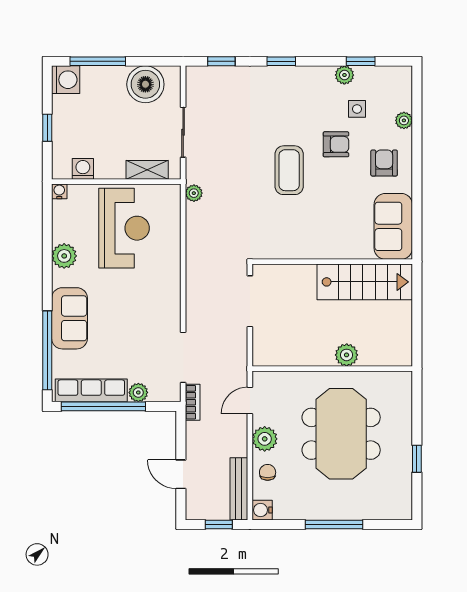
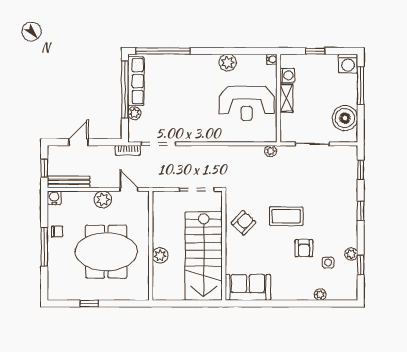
armchair: (384, 163) -> (243, 223), moved, turned -47
shelving: (147, 170) -> (286, 98), moved
stairs: (365, 282) -> (204, 256), width x1.36, depth x1.51
sofa: (69, 318) -> (185, 66), removed
chair: (268, 472) -> (57, 232), moved

